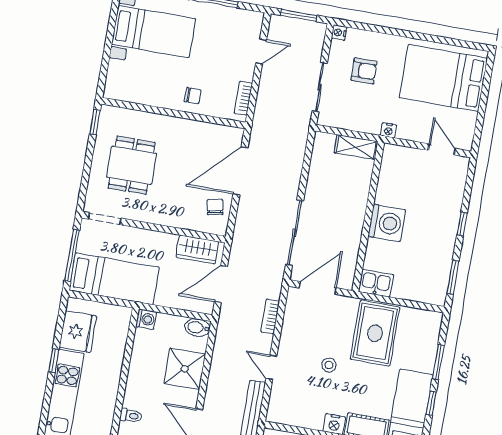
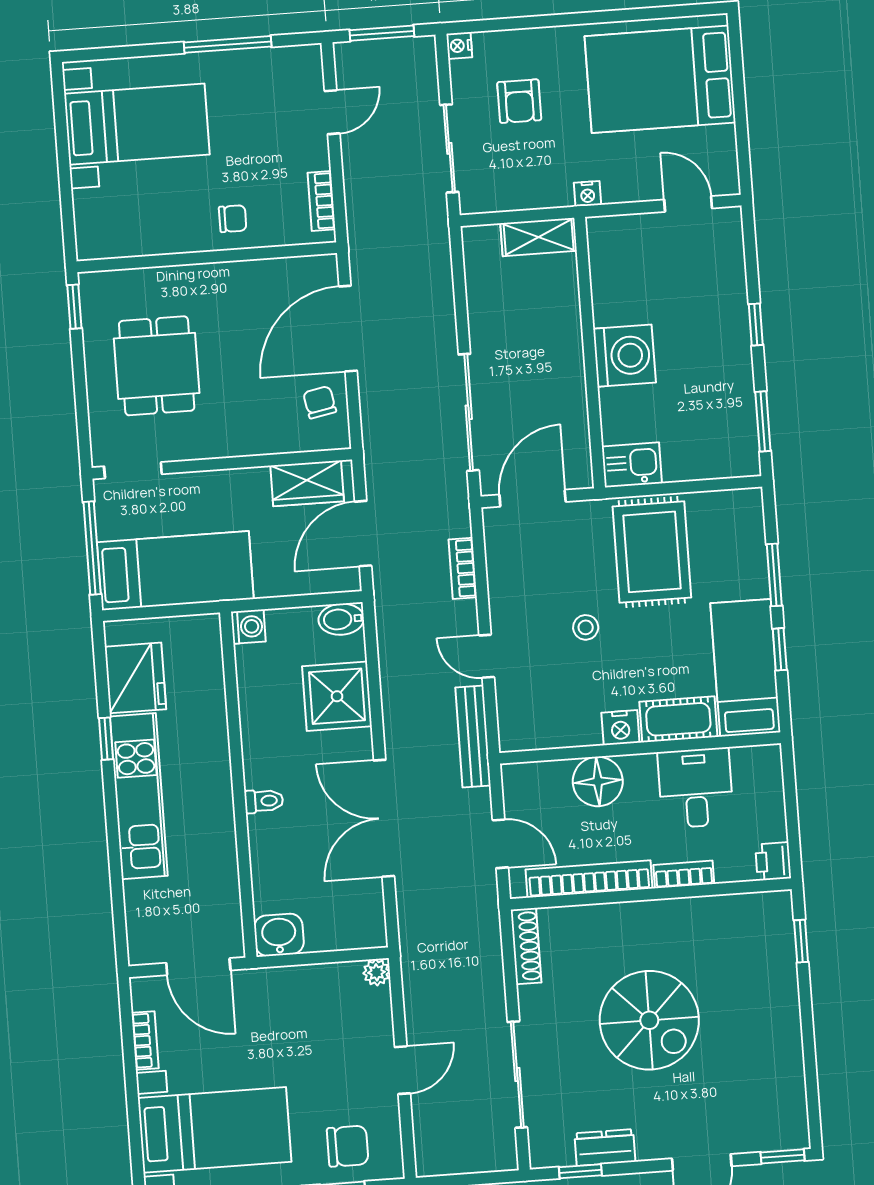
armchair: (364, 71) -> (519, 101), turned 90

